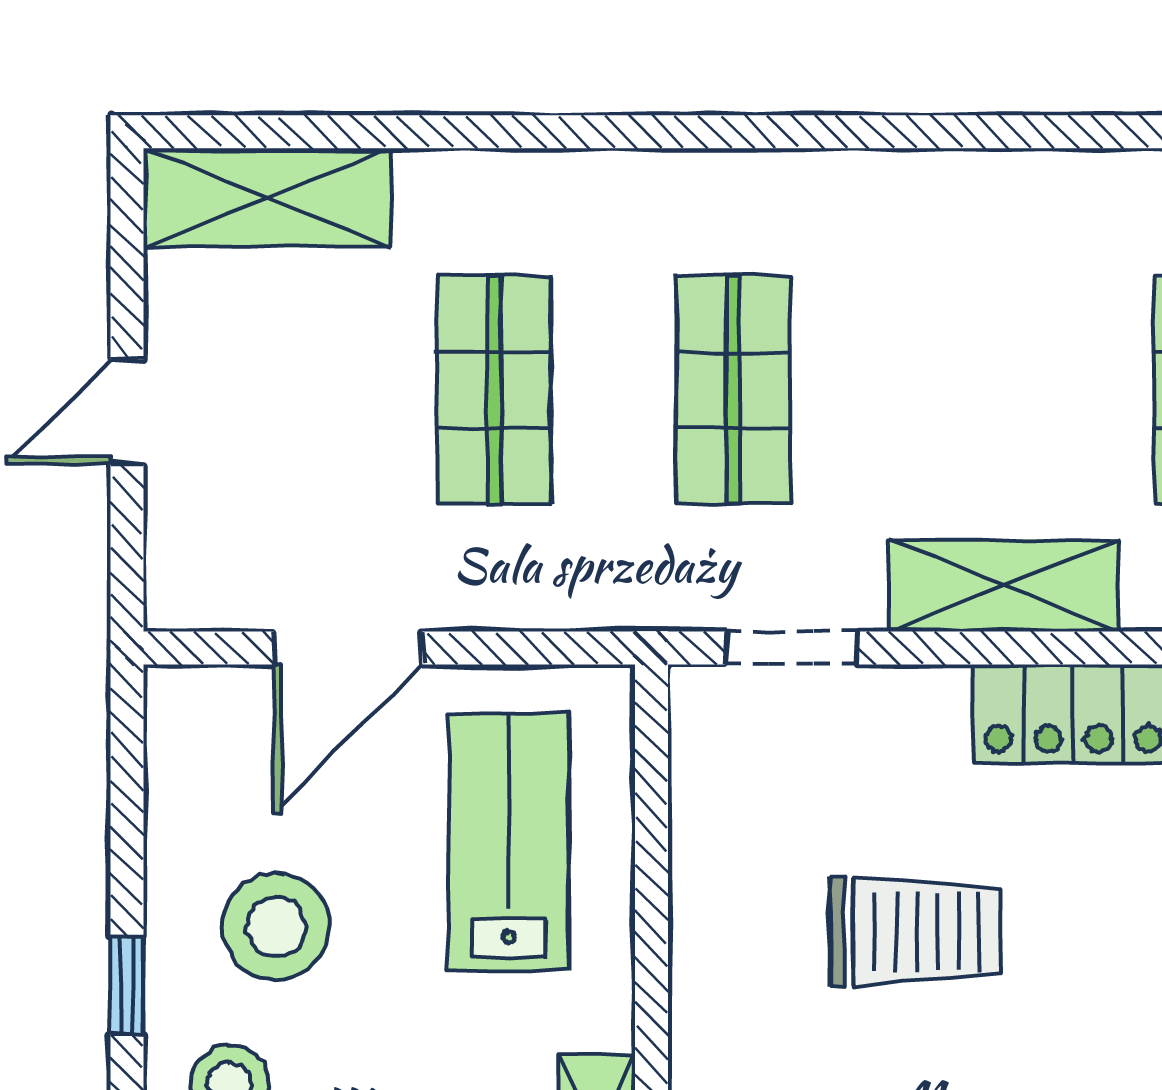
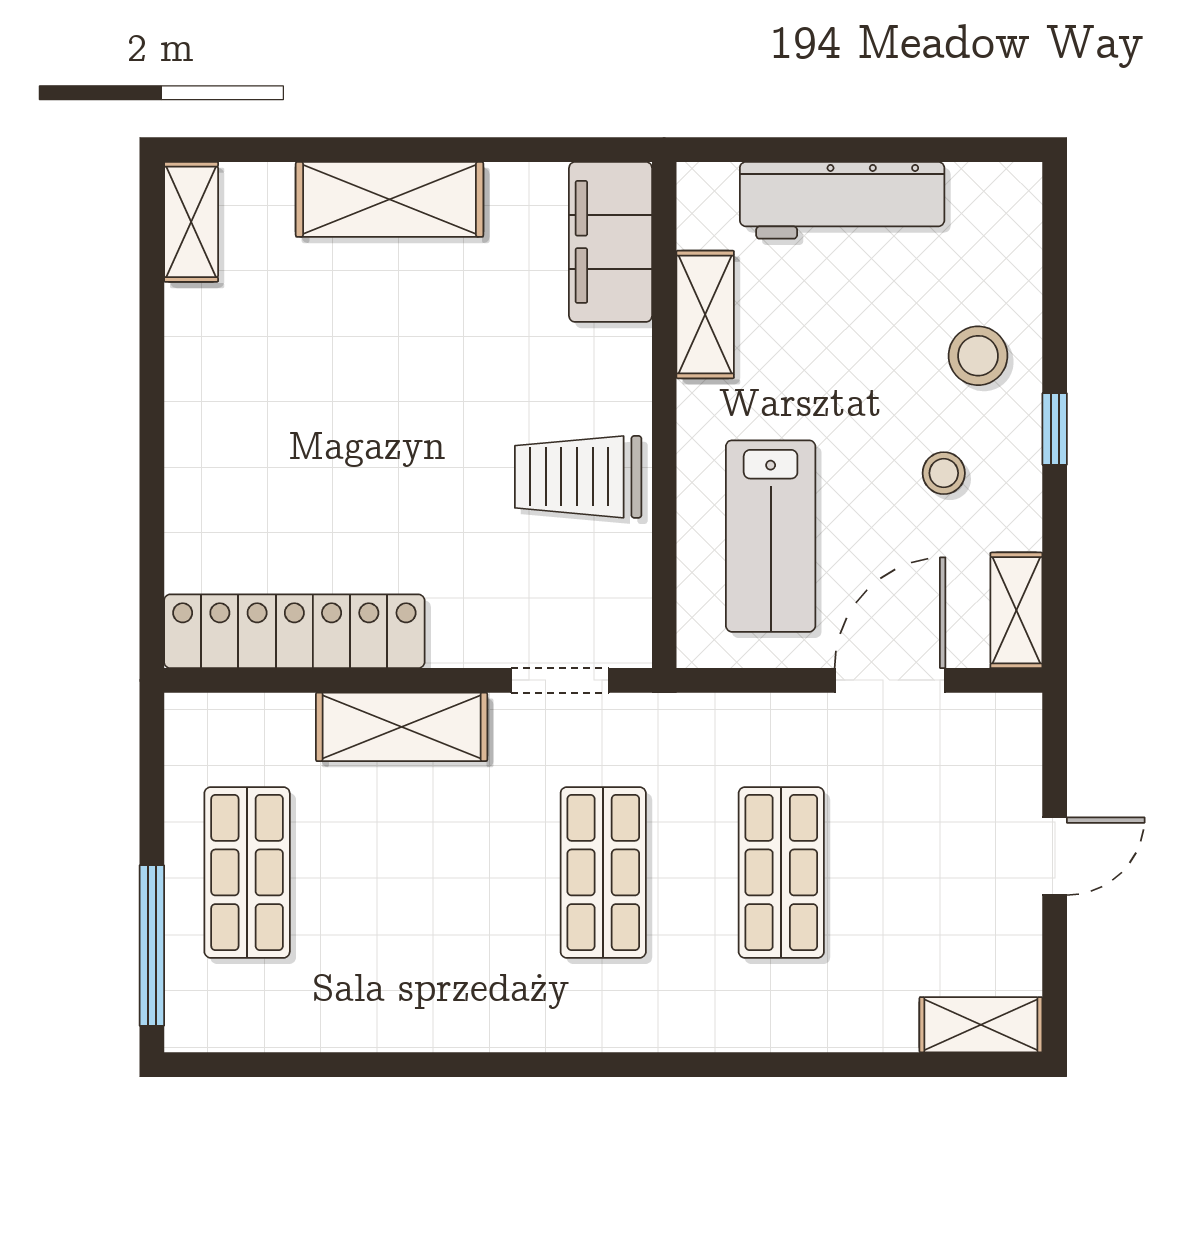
shelving: (267, 198) -> (981, 1025), width x0.67, depth x0.75
shelving: (178, 742) -> (1016, 610), added
stool: (276, 926) -> (944, 473), width x0.53, depth x0.53
trolley: (915, 932) -> (578, 477), moved

